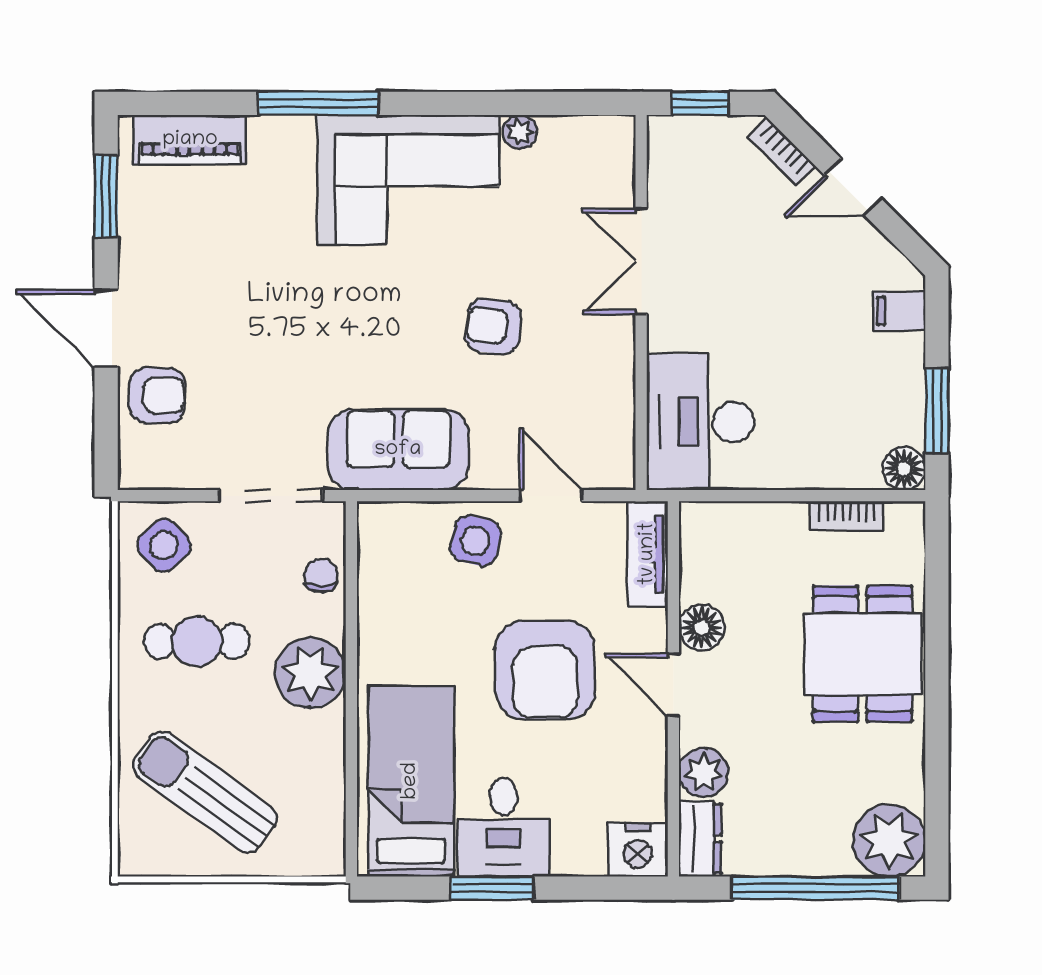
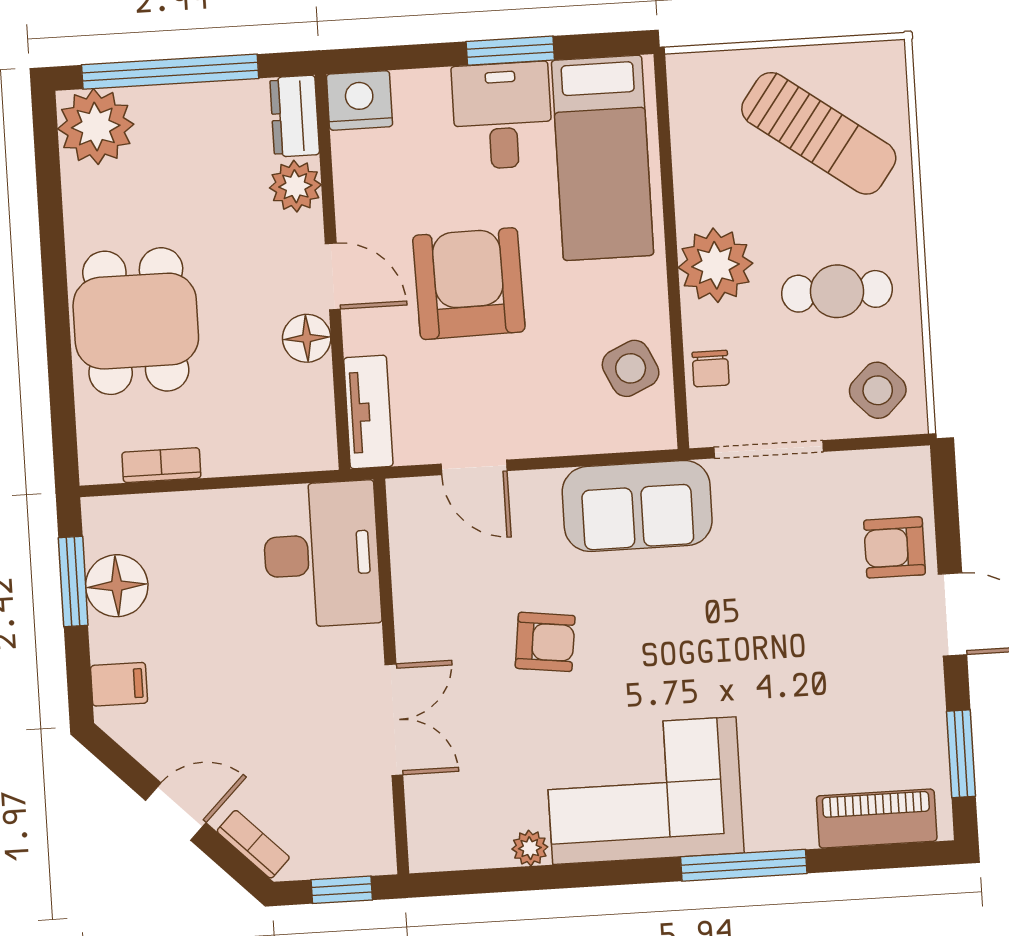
floor lamp: (904, 469) -> (117, 586), moved, width x1.38, depth x1.38
side table: (475, 541) -> (631, 368), moved, turned -38

